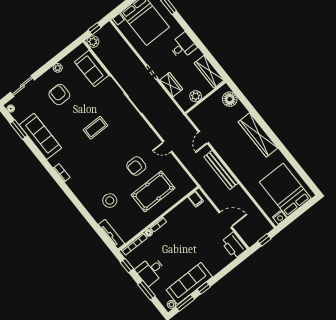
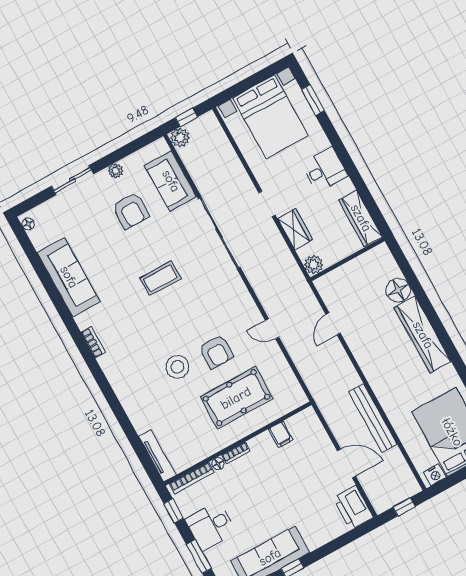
sliding door: (22, 86) -> (73, 180), moved
armchair: (59, 95) -> (131, 210), moved, turned 180
plant: (196, 96) -> (314, 265), moved
floor lamp: (230, 99) -> (398, 290), moved
window: (19, 129) -> (35, 260), removed
armchair: (136, 166) -> (216, 352), turned -90
bench: (221, 170) -> (373, 418), moved
filing cabinet: (196, 199) -> (281, 435), moved
stool: (110, 201) -> (177, 367), moved

